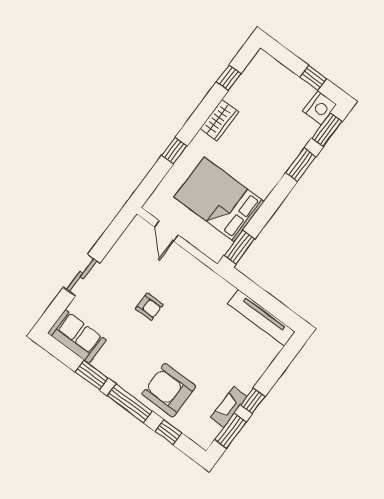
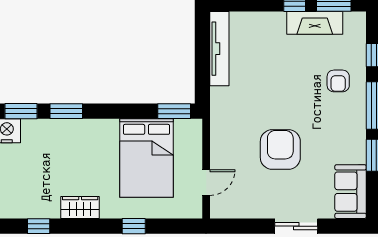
armchair: (149, 307) -> (280, 149), width x1.88, depth x1.88
armchair: (169, 390) -> (338, 81), width x0.53, depth x0.53
fireplace: (229, 407) -> (315, 23), width x1.37, depth x1.32

